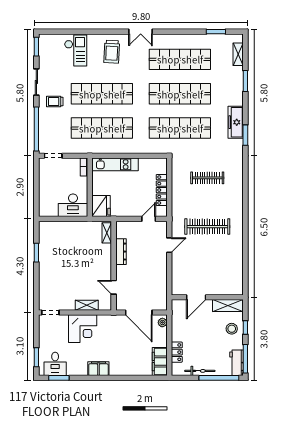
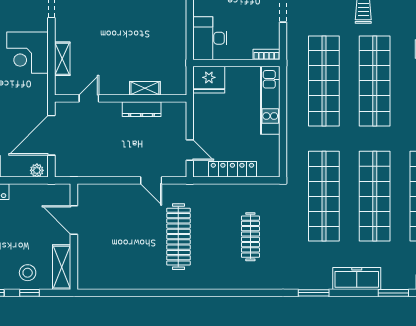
freezer: (236, 122) -> (357, 279), moved
shelving: (107, 233) -> (145, 88), moved

